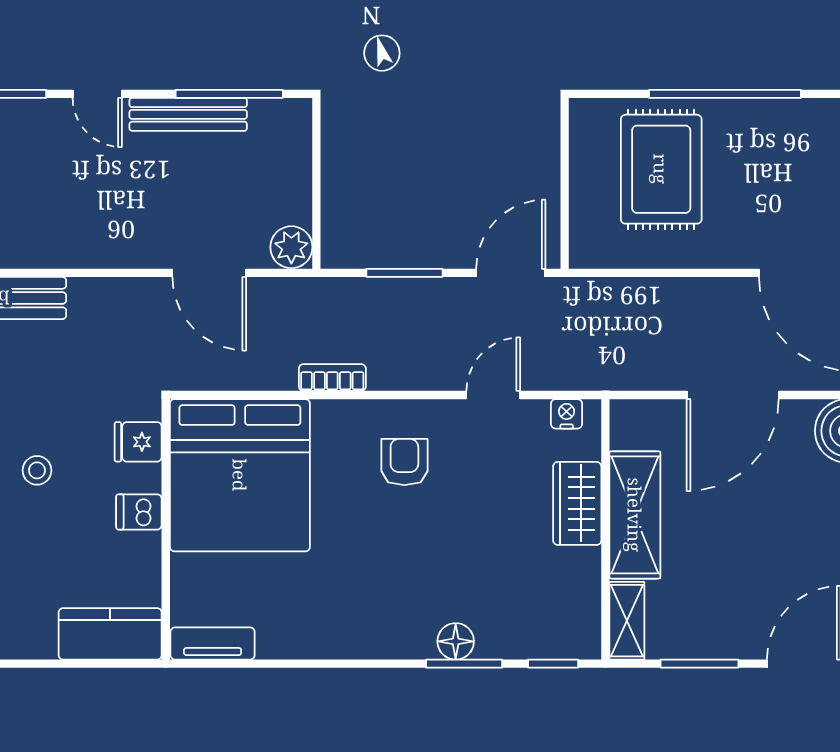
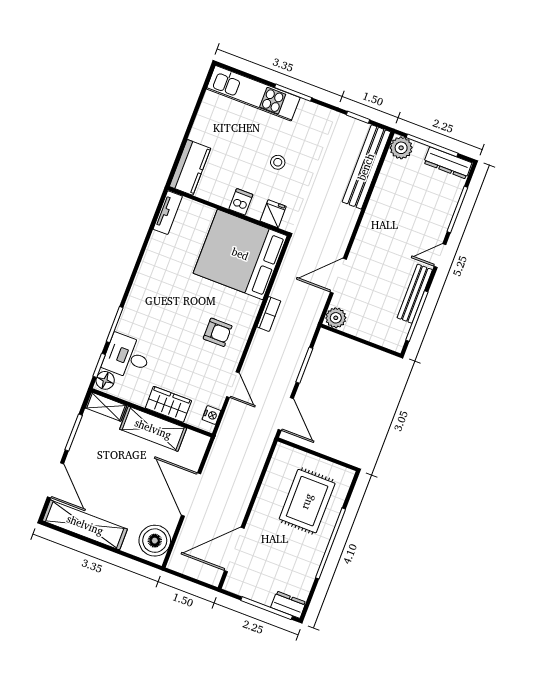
rug: (661, 169) -> (307, 501), turned 90
desk: (517, 617) -> (127, 357), added
floor lamp: (456, 641) -> (105, 380), moved

